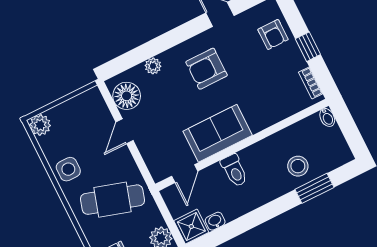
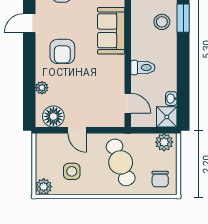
sofa: (218, 133) -> (111, 31), moved
side table: (68, 169) -> (72, 171), moved
cafe table: (112, 200) -> (121, 162), turned -38

